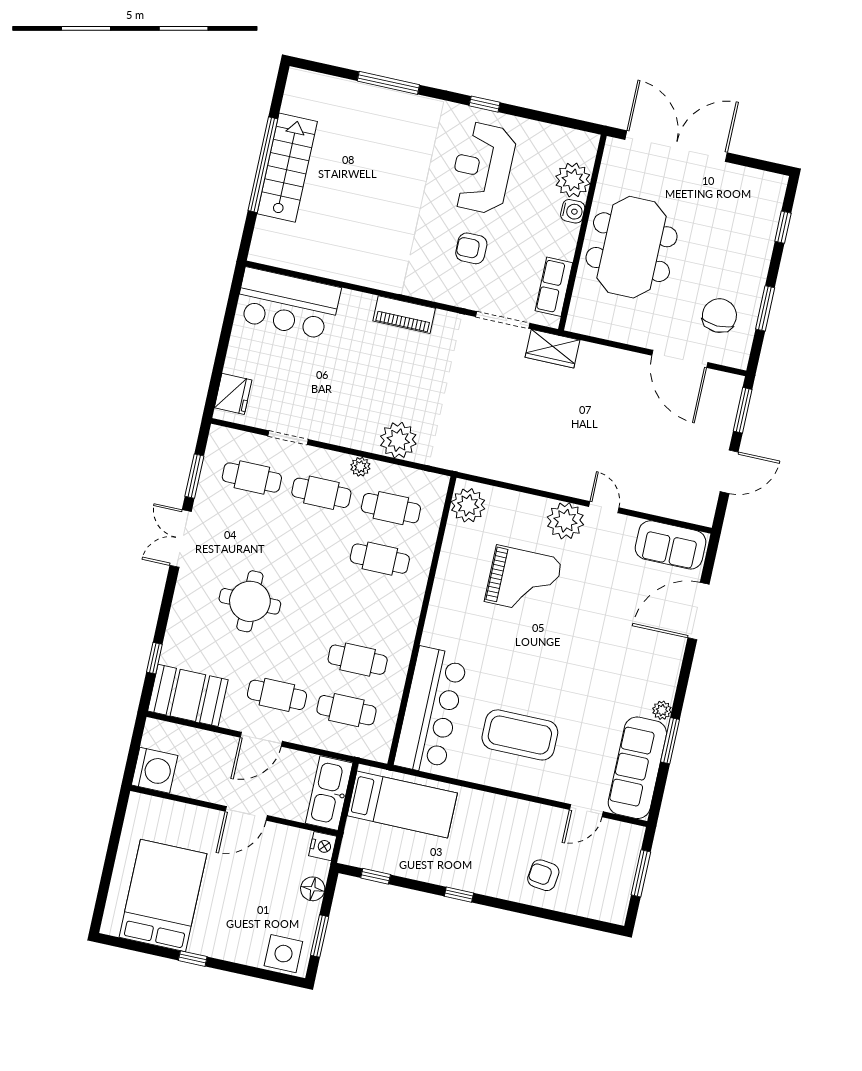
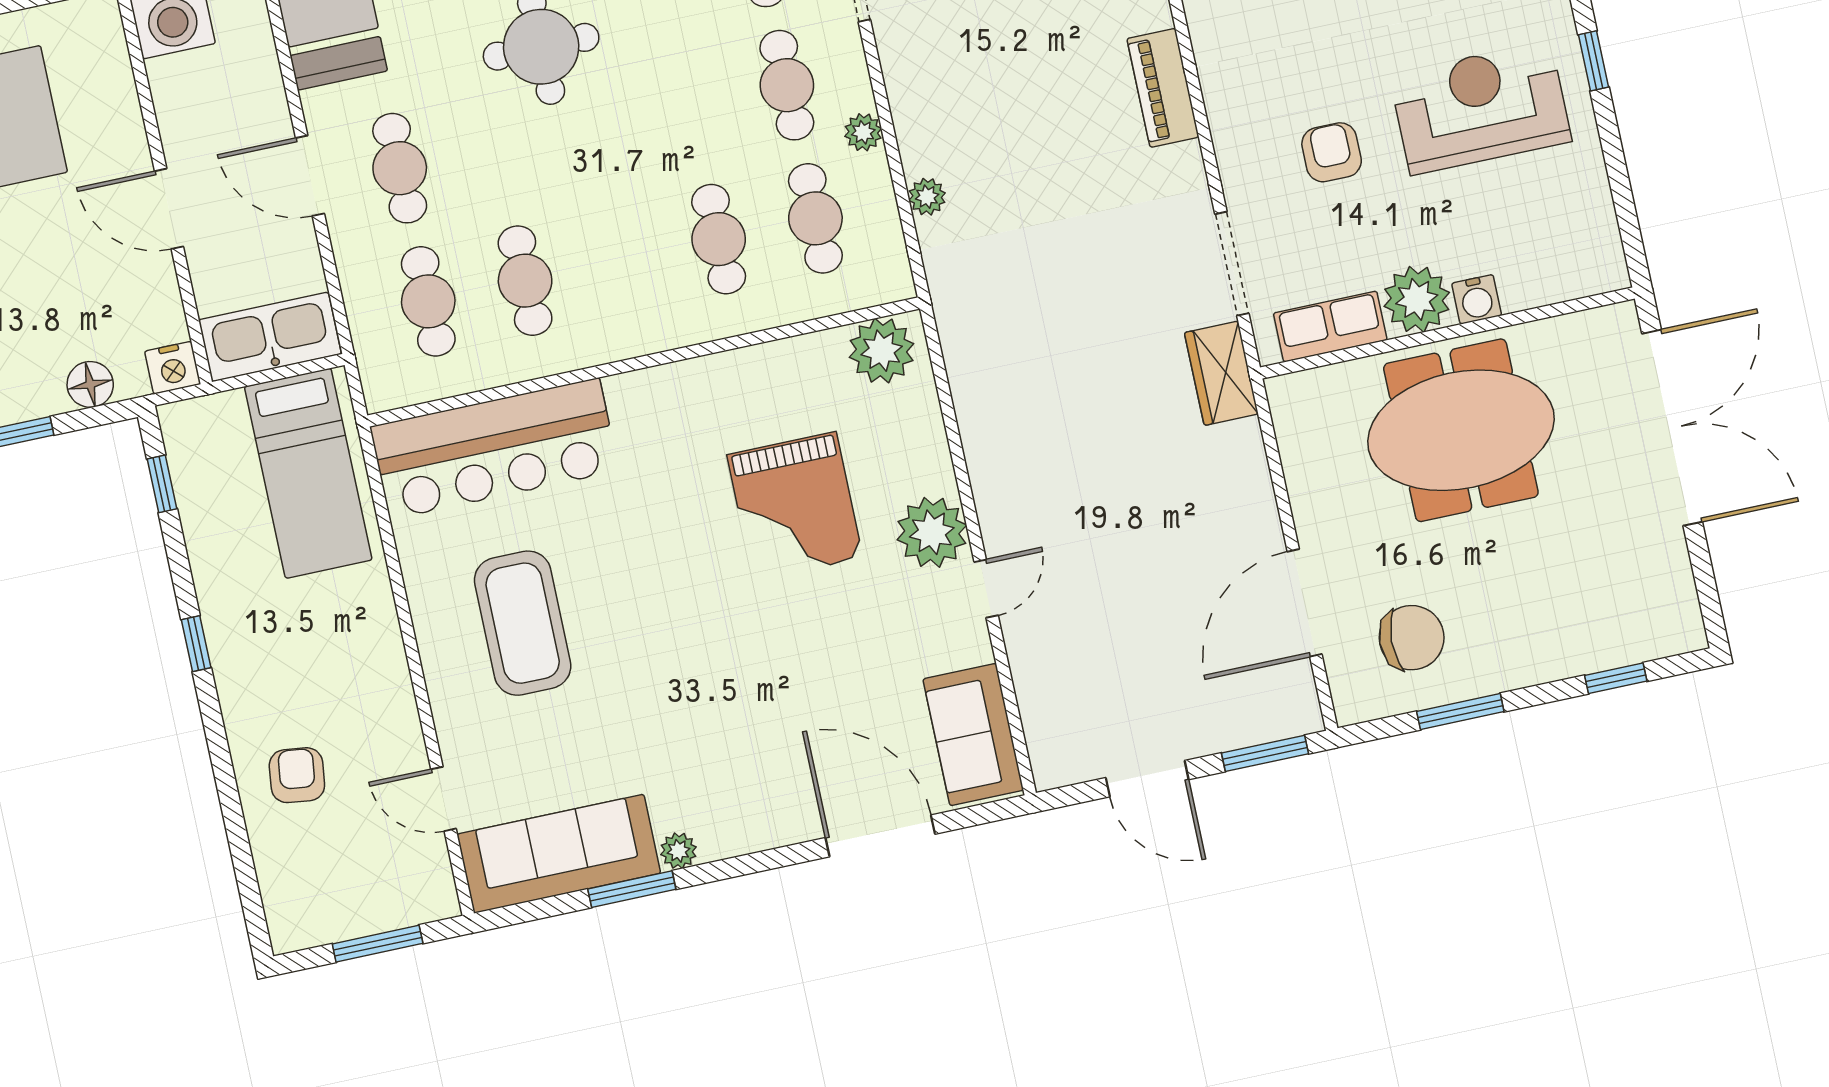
plant: (573, 180) -> (1417, 299), moved
plant: (398, 440) -> (927, 197), width x0.53, depth x0.53

